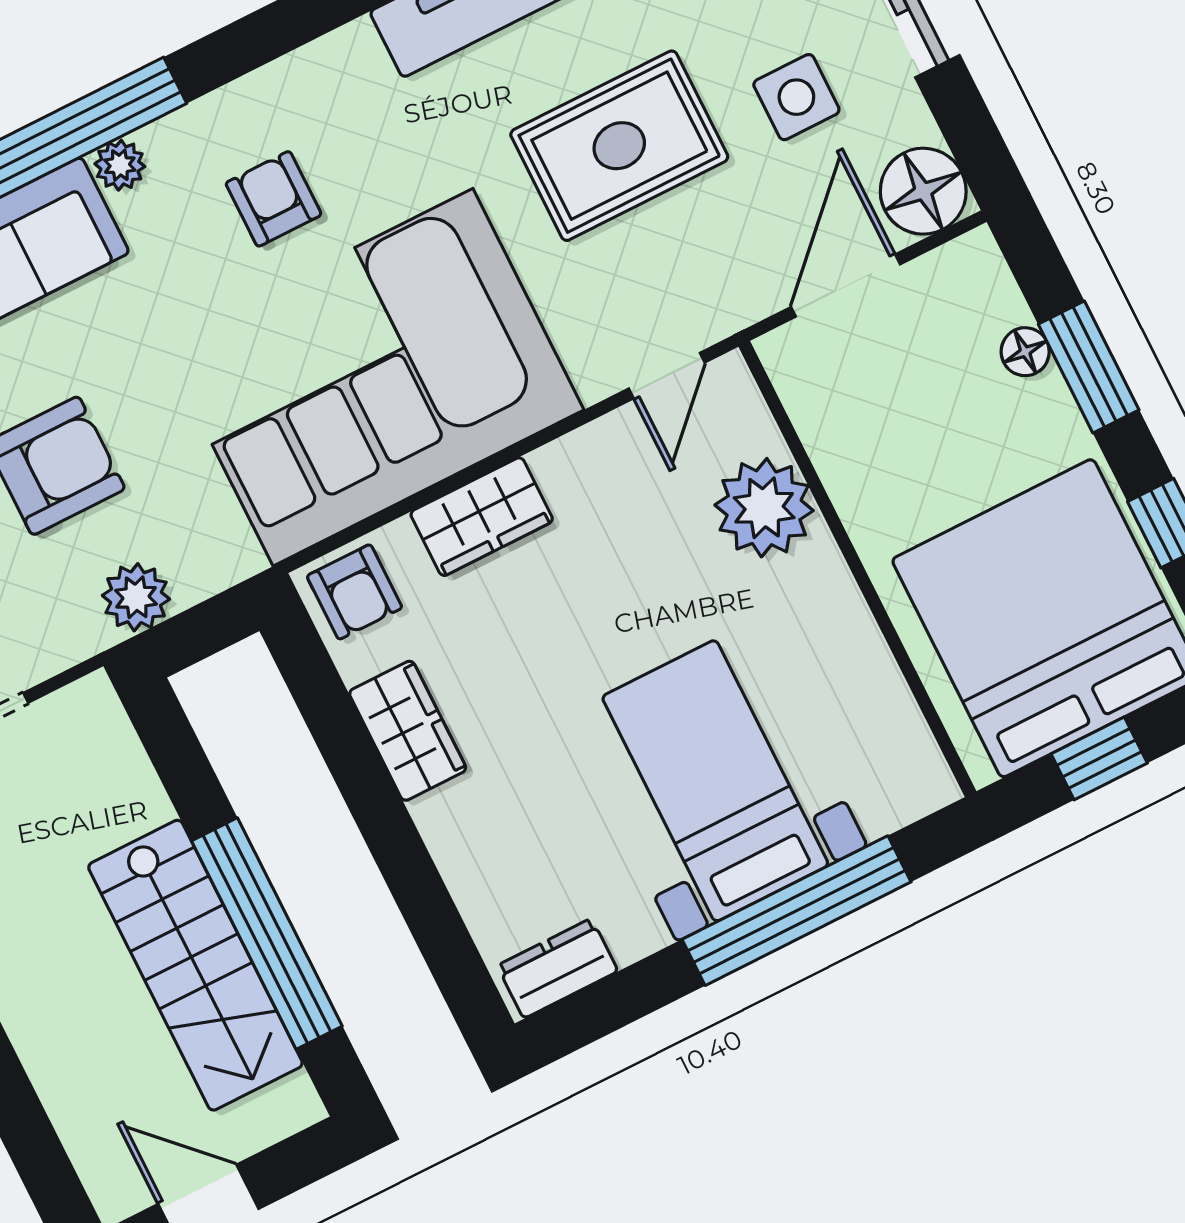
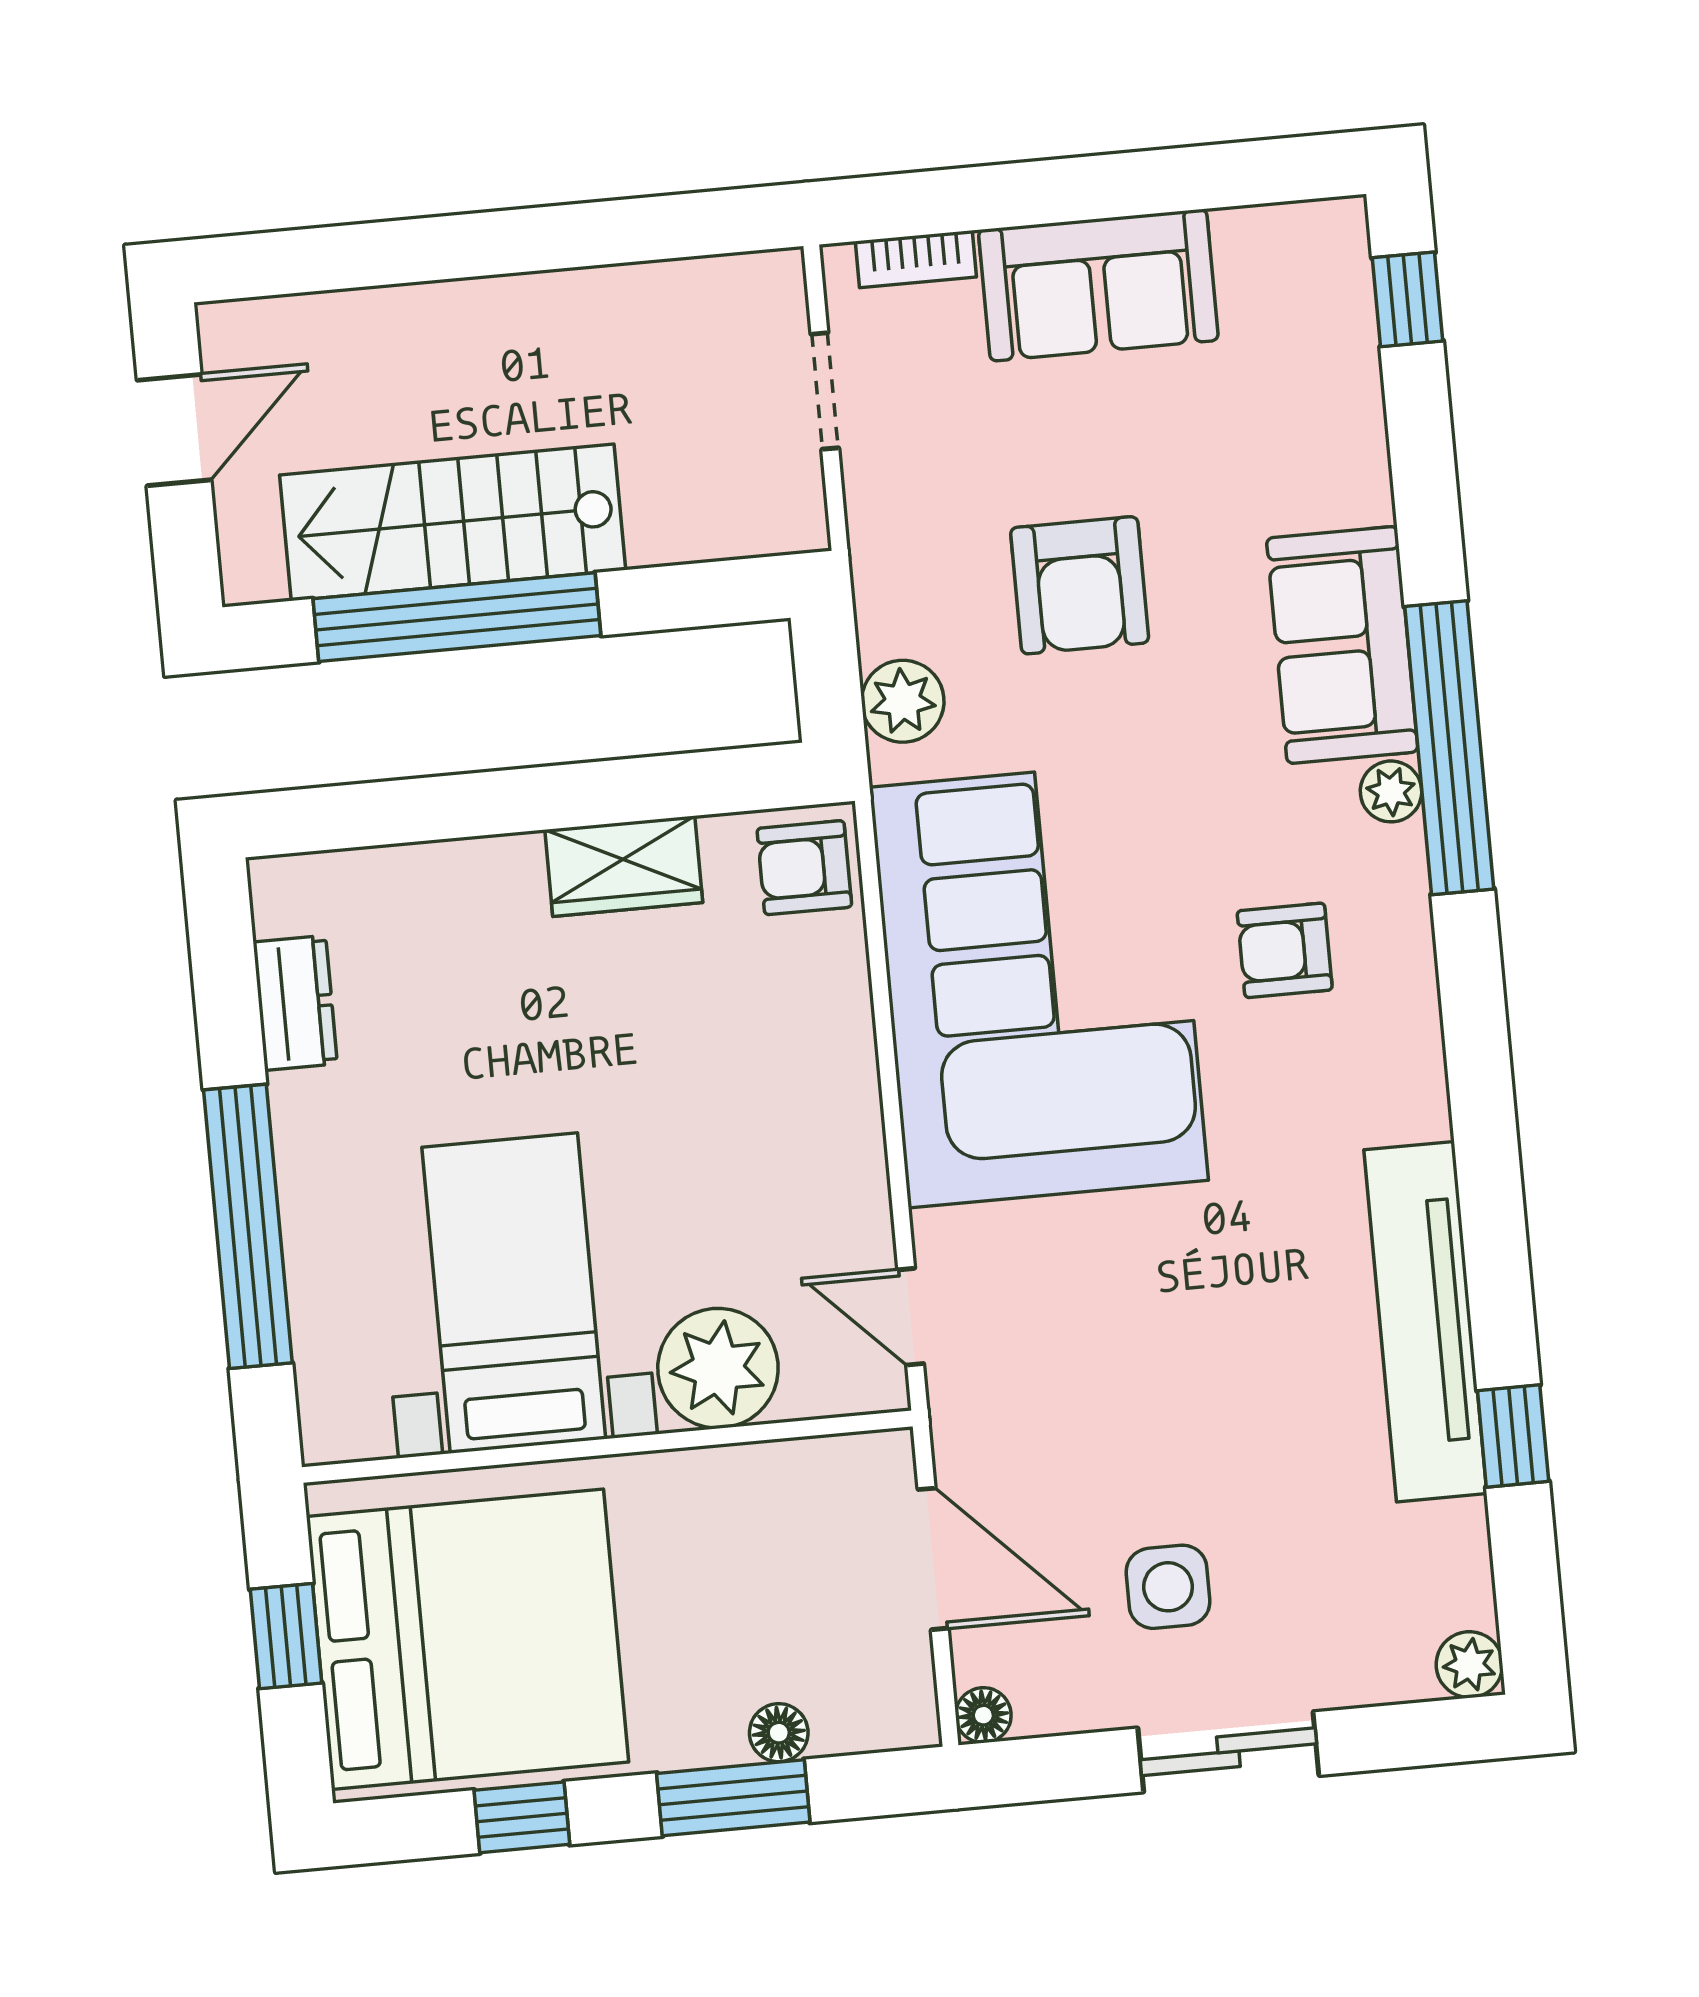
rug: (619, 146) -> (1192, 1365), removed
floor lamp: (923, 191) -> (983, 1715), width x0.53, depth x0.53
armchair: (274, 199) -> (1285, 950), turned 180
wardrobe: (482, 517) -> (833, 1045), removed
plant: (136, 597) -> (903, 701), moved
bed with nightstands: (715, 781) -> (514, 1293), moved, turned -90
dresser: (558, 968) -> (295, 1003), moved

